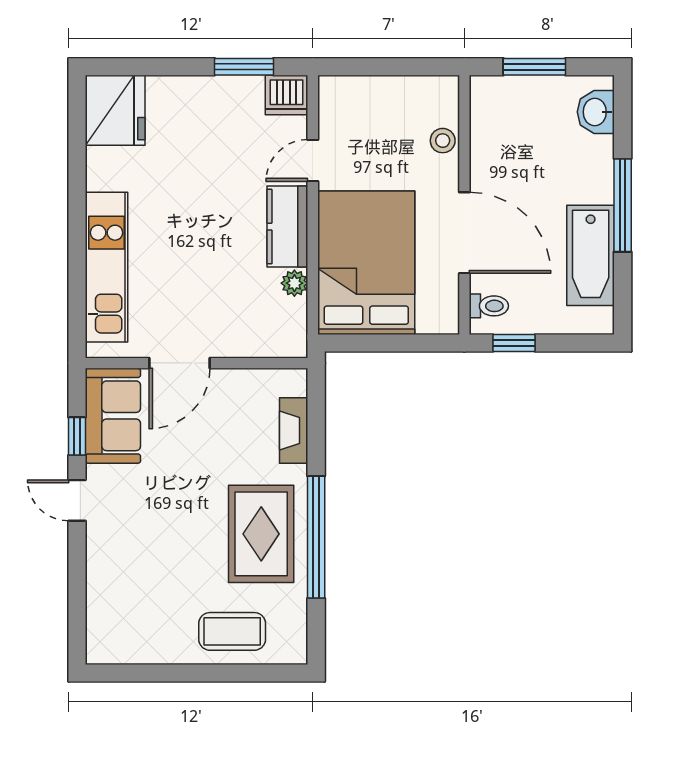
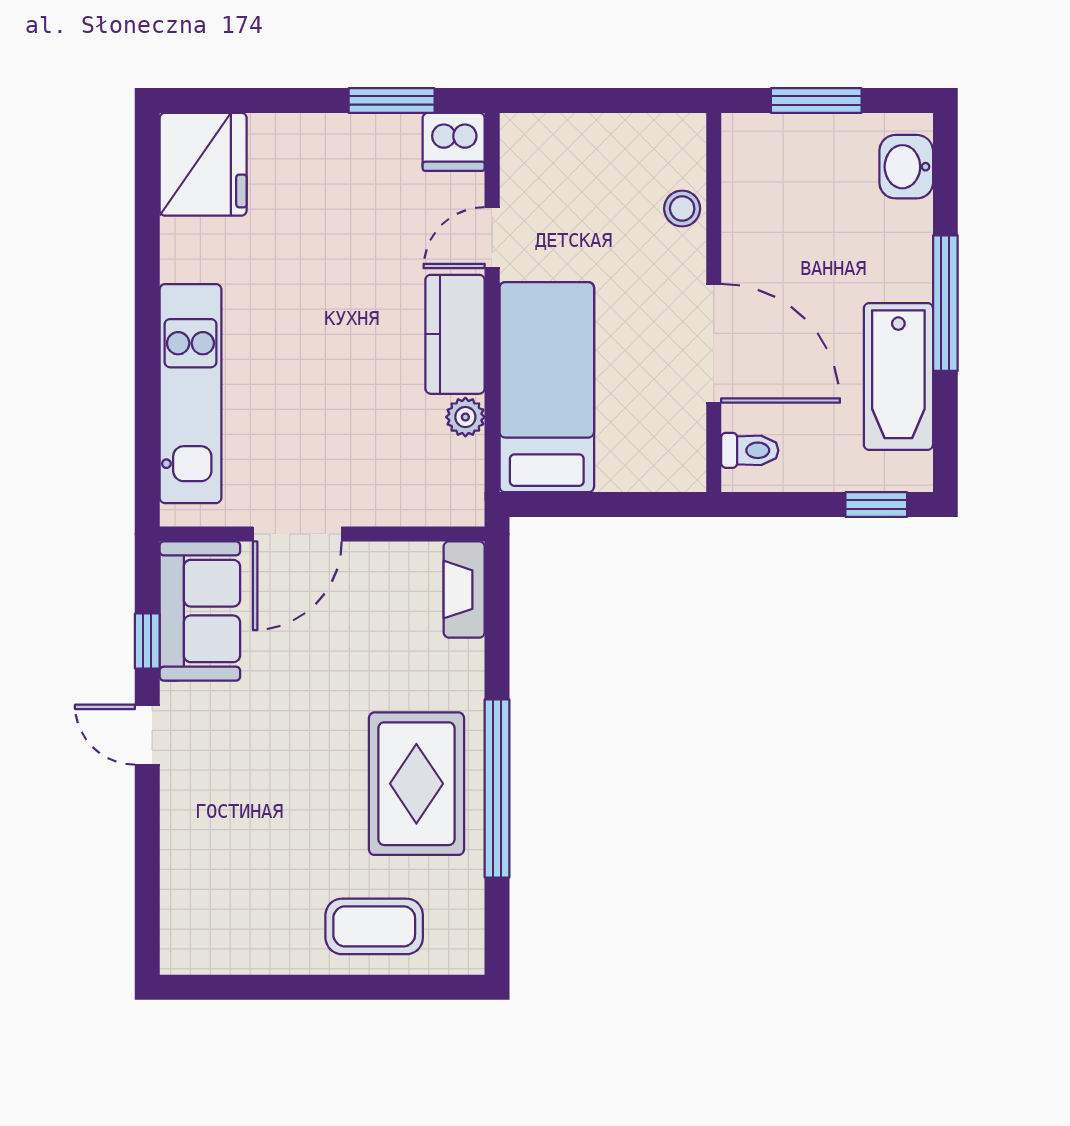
bed: (366, 263) -> (547, 387), width x0.67
window: (514, 343) -> (876, 504), moved
fireplace: (294, 431) -> (464, 590), moved

